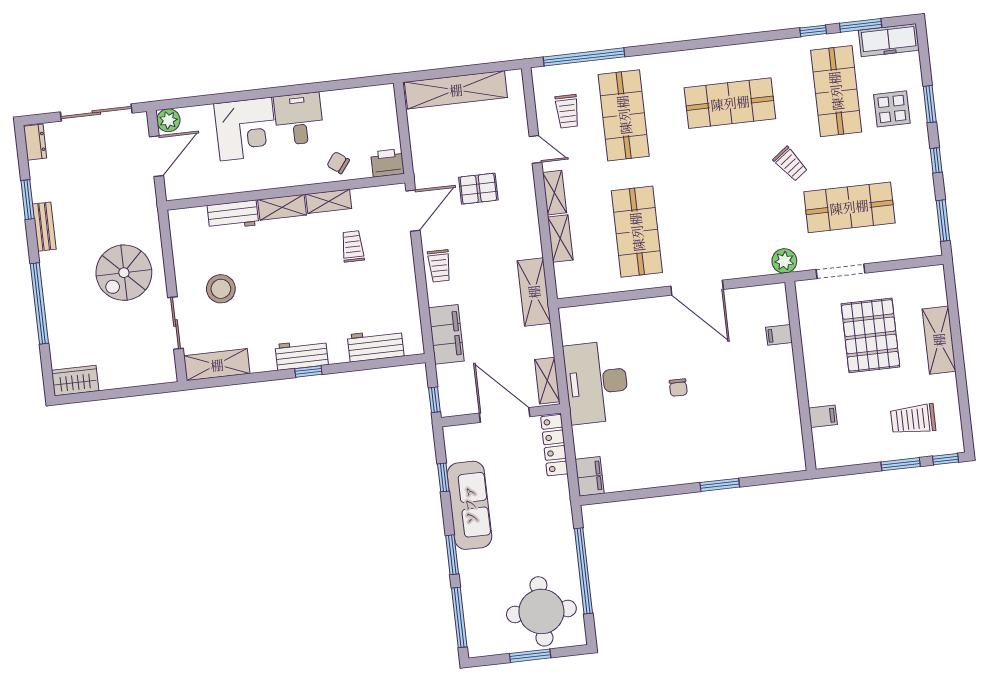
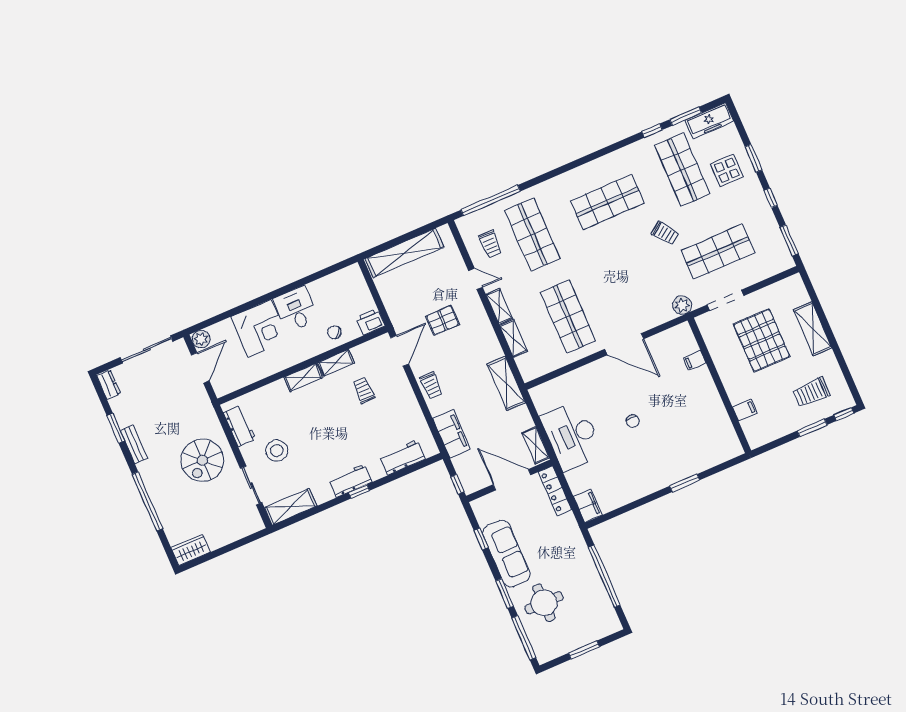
workbench: (233, 215) -> (240, 426), moved, turned -90
round table: (541, 611) -> (544, 603), moved, width x0.73, depth x0.73

